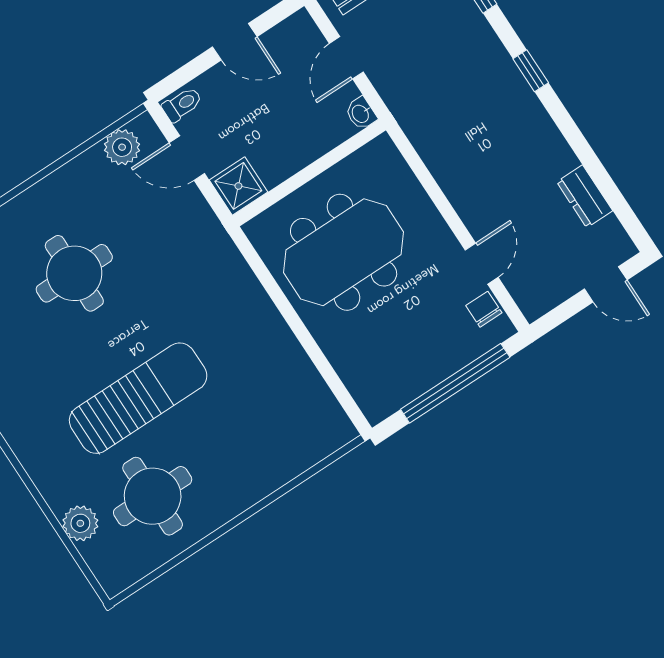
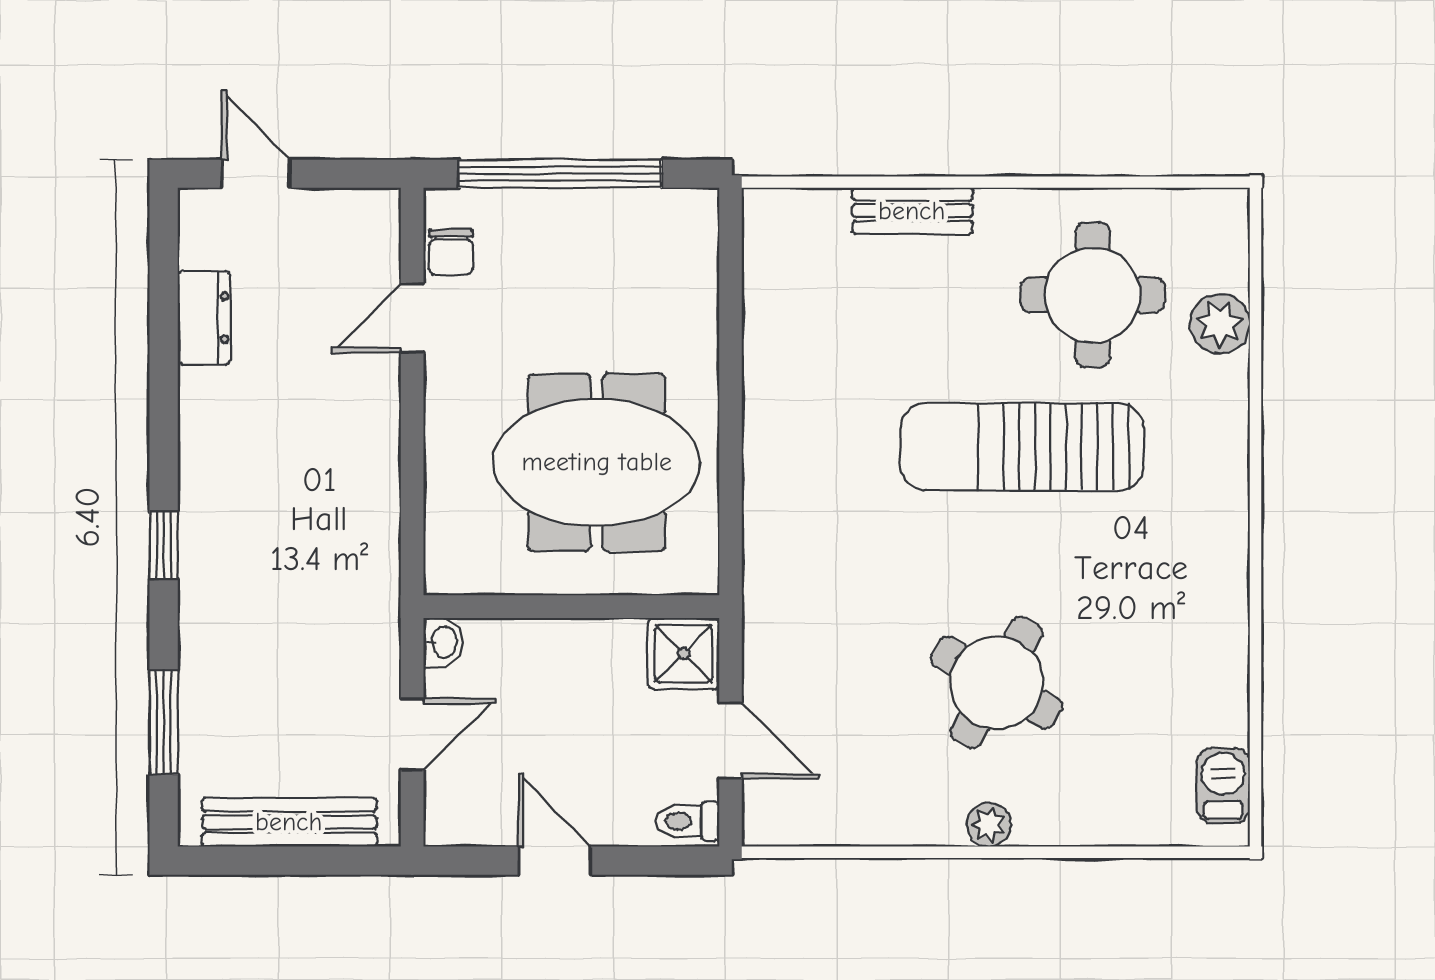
plant: (122, 147) -> (989, 825), moved, width x0.73, depth x0.73
round table: (74, 273) -> (996, 682), turned 30
bench: (269, 479) -> (912, 211), added

